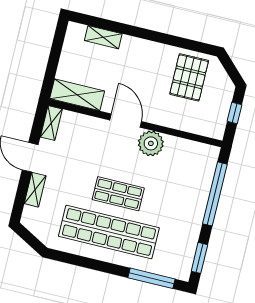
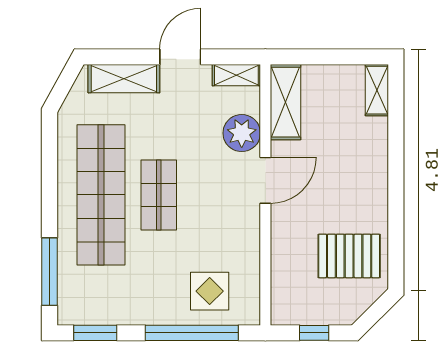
shelving: (103, 37) -> (377, 90), moved
plant: (151, 143) -> (242, 133), moved
display table: (190, 175) -> (210, 291), added
shelving: (35, 190) -> (124, 79), width x1.50, depth x1.33

